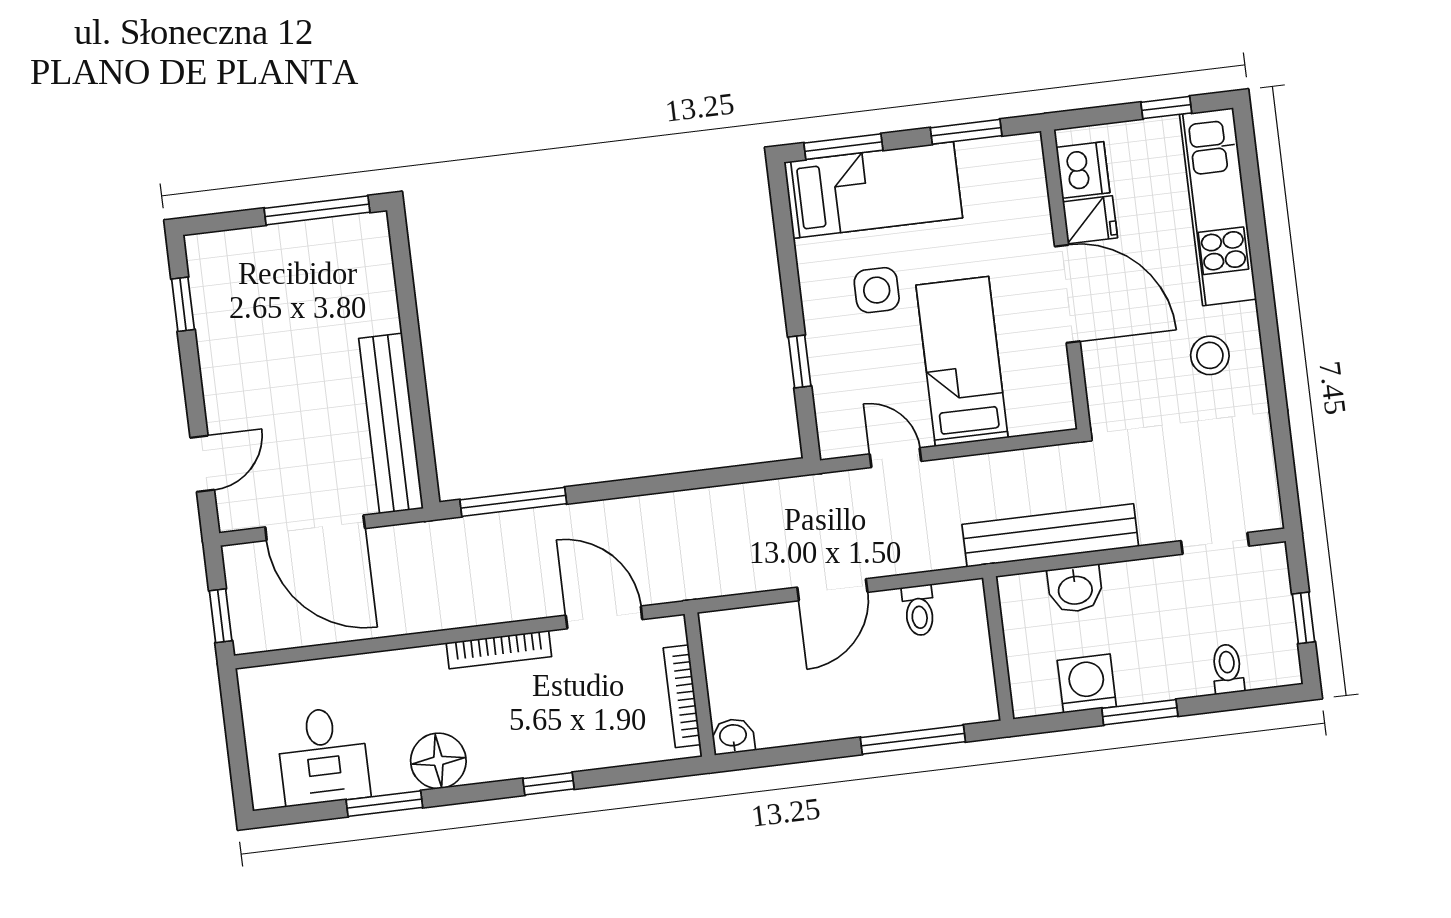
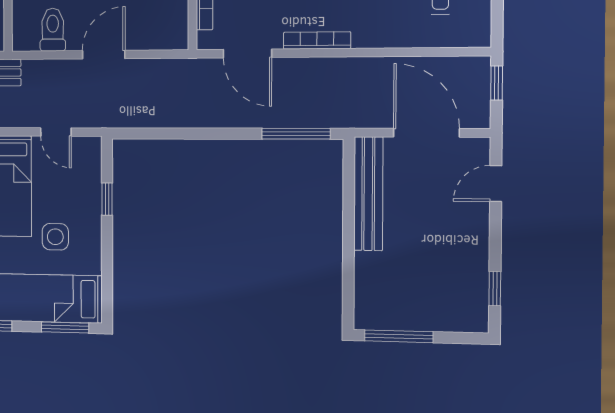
toilet: (919, 610) -> (53, 30), width x1.37, depth x1.39

